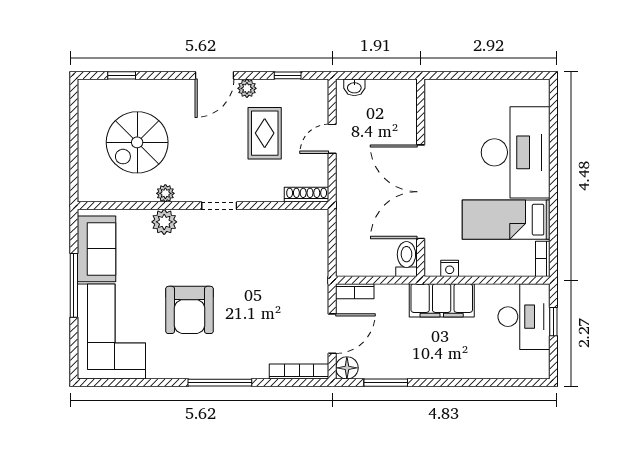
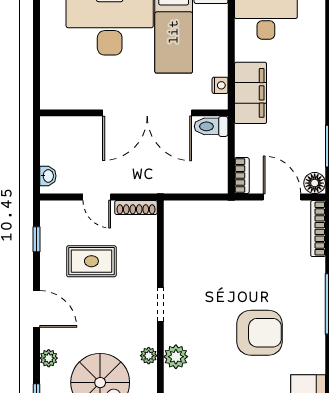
plant: (247, 88) -> (49, 358), moved
shoe rack: (307, 195) -> (136, 207), moved, turned -90

